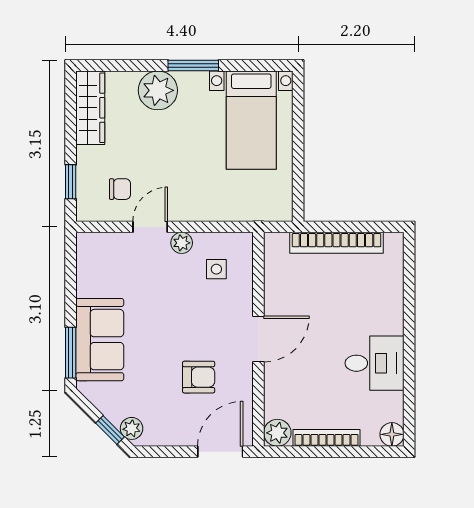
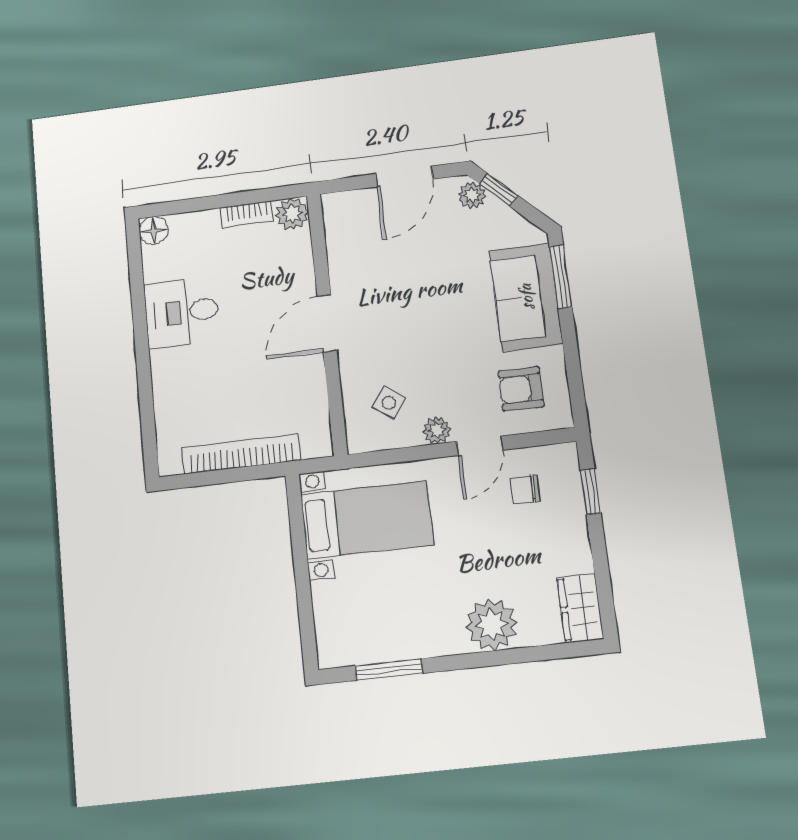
window: (193, 66) -> (389, 669), moved
wardrobe: (90, 108) -> (580, 608), width x0.67
bed with nightstands: (251, 120) -> (367, 520), moved, turned 90
side table: (216, 269) -> (389, 403), turned 34
armchair: (199, 377) -> (521, 389), moved
bookcase: (326, 438) -> (247, 214), width x0.64
door: (220, 452) -> (404, 176), moved

